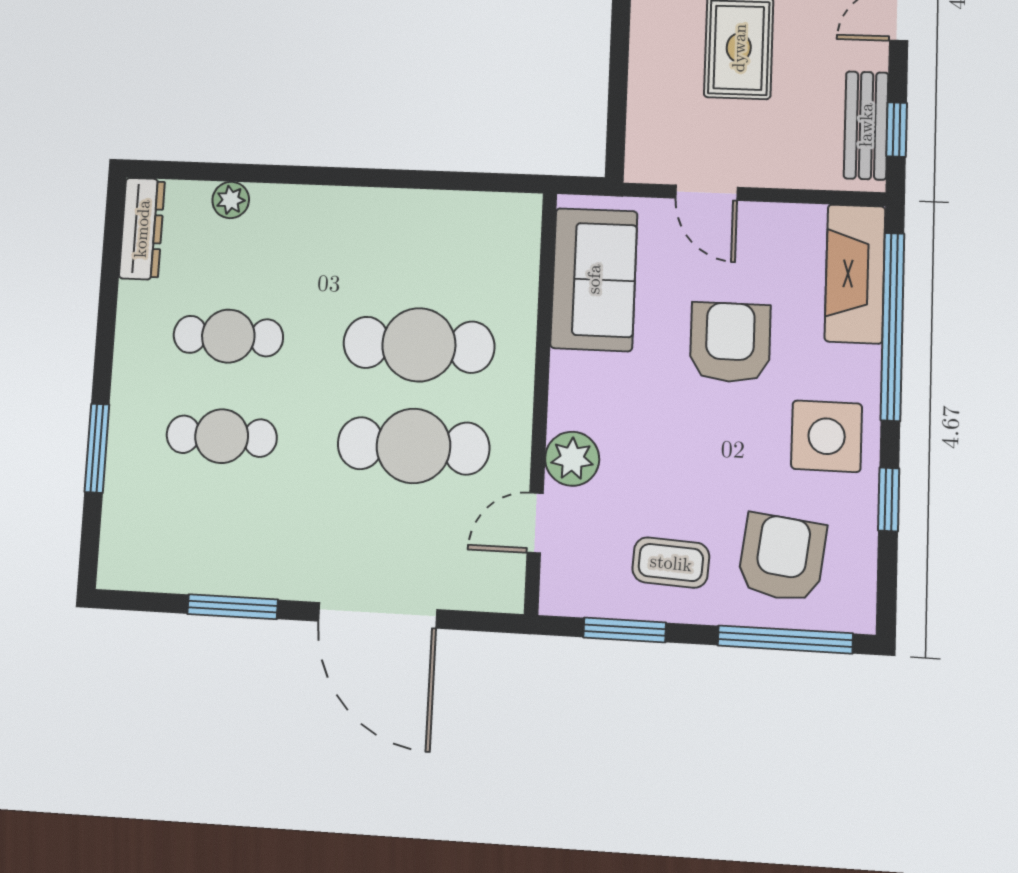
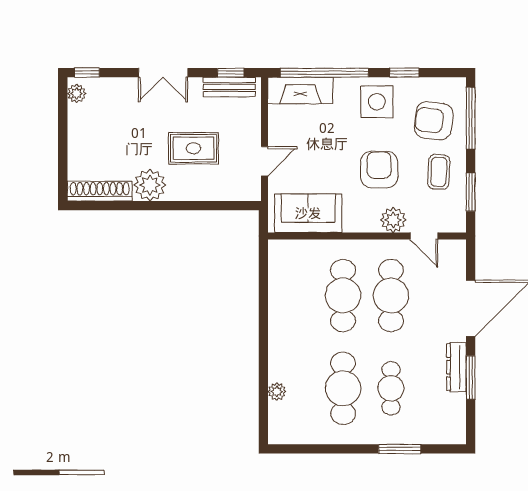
dresser: (142, 229) -> (456, 367), moved, turned -90
cafe table: (228, 336) -> (343, 388), width x1.37, depth x1.35
armchair: (730, 342) -> (379, 170), moved, turned 90

